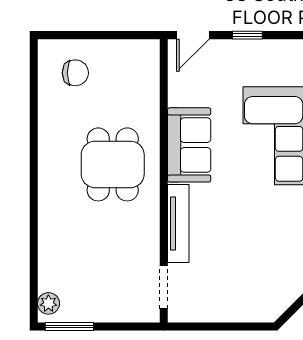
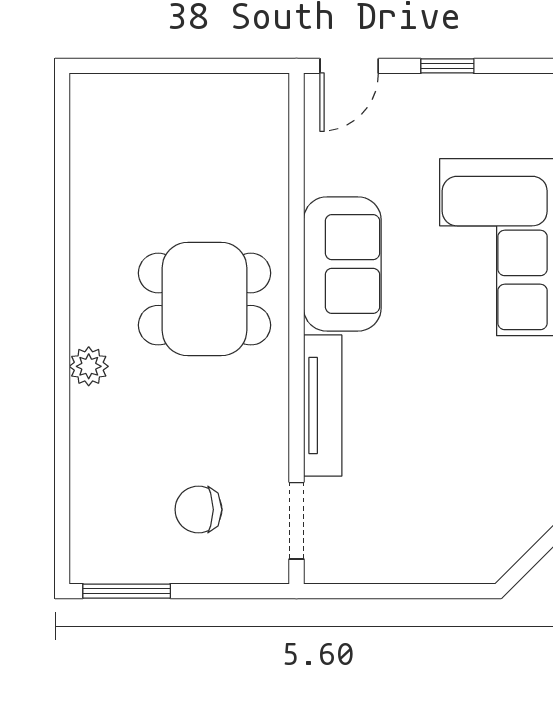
chair: (75, 73) -> (198, 510), moved, turned 180
dining table: (113, 164) -> (205, 299), turned 90
plant: (48, 303) -> (89, 366), moved

